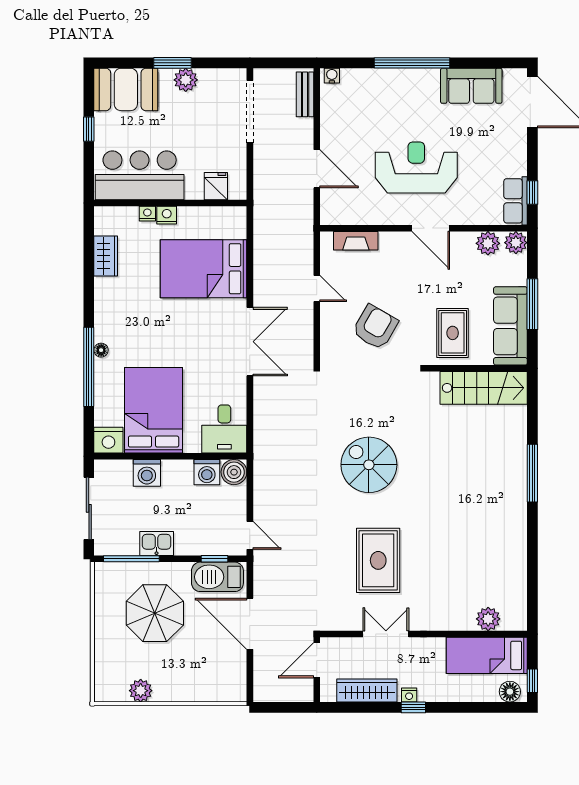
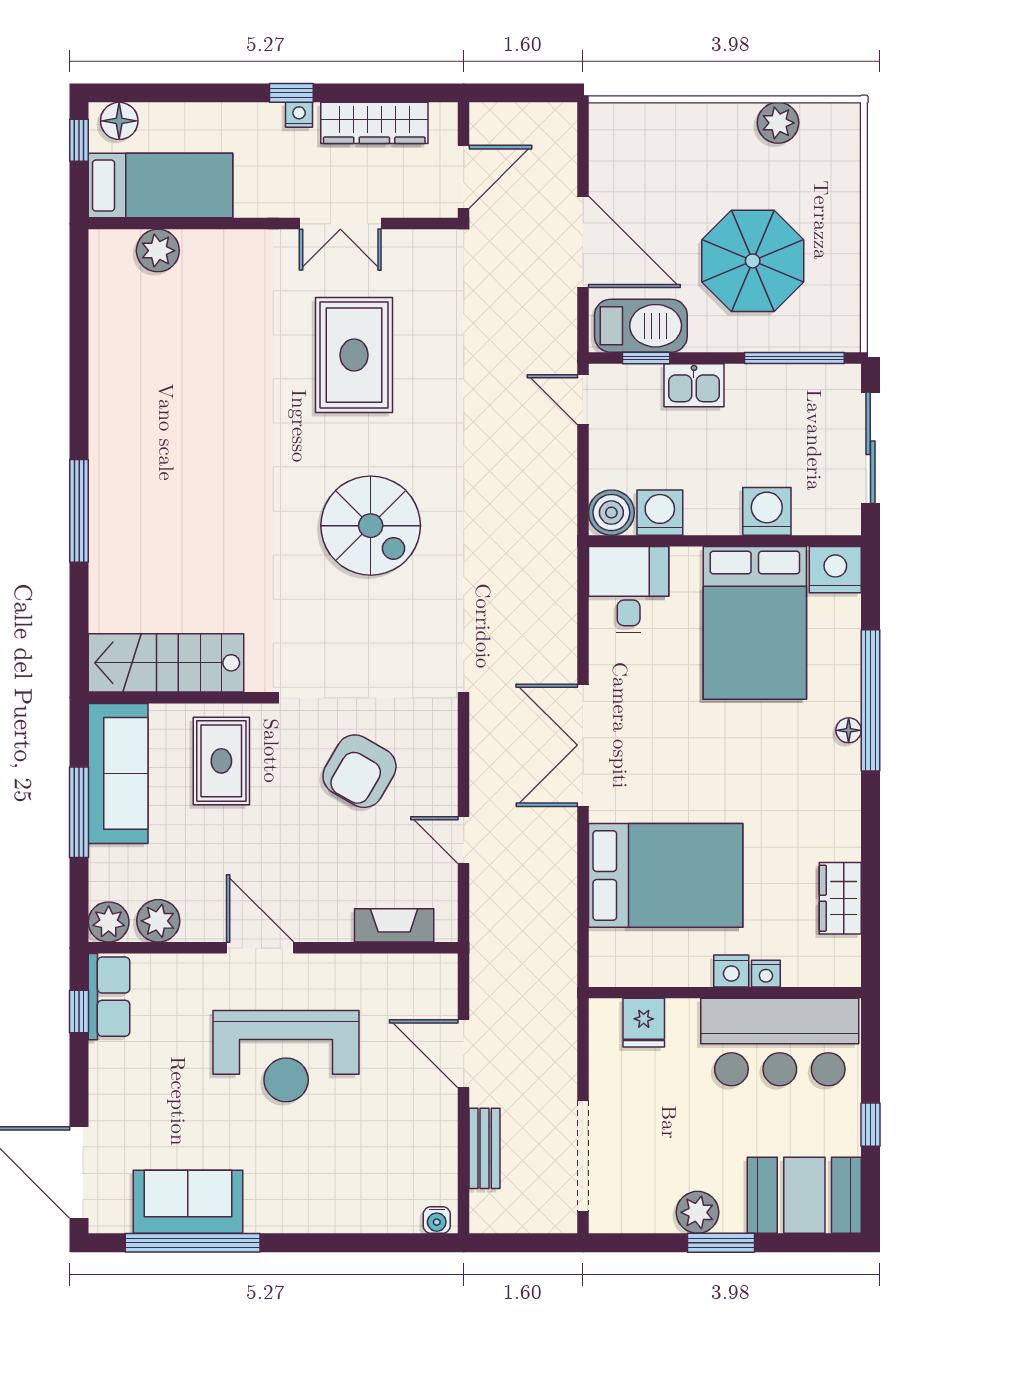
window: (412, 63) -> (193, 1243), moved
bench: (305, 94) -> (485, 1148), moved
kitchen sink: (157, 543) -> (694, 385), moved

